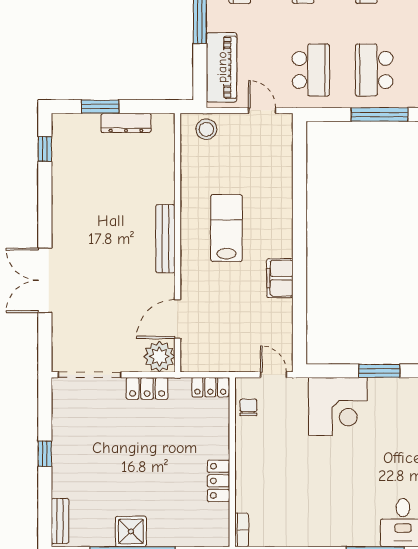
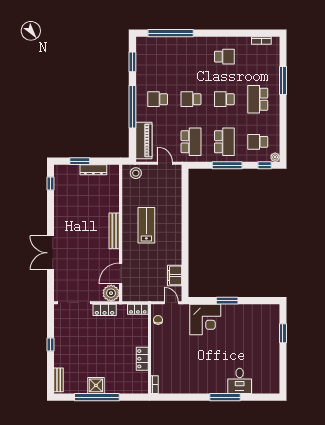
school desk: (374, 70) -> (224, 142), turned 180
filing cabinet: (280, 278) -> (175, 275), moved

